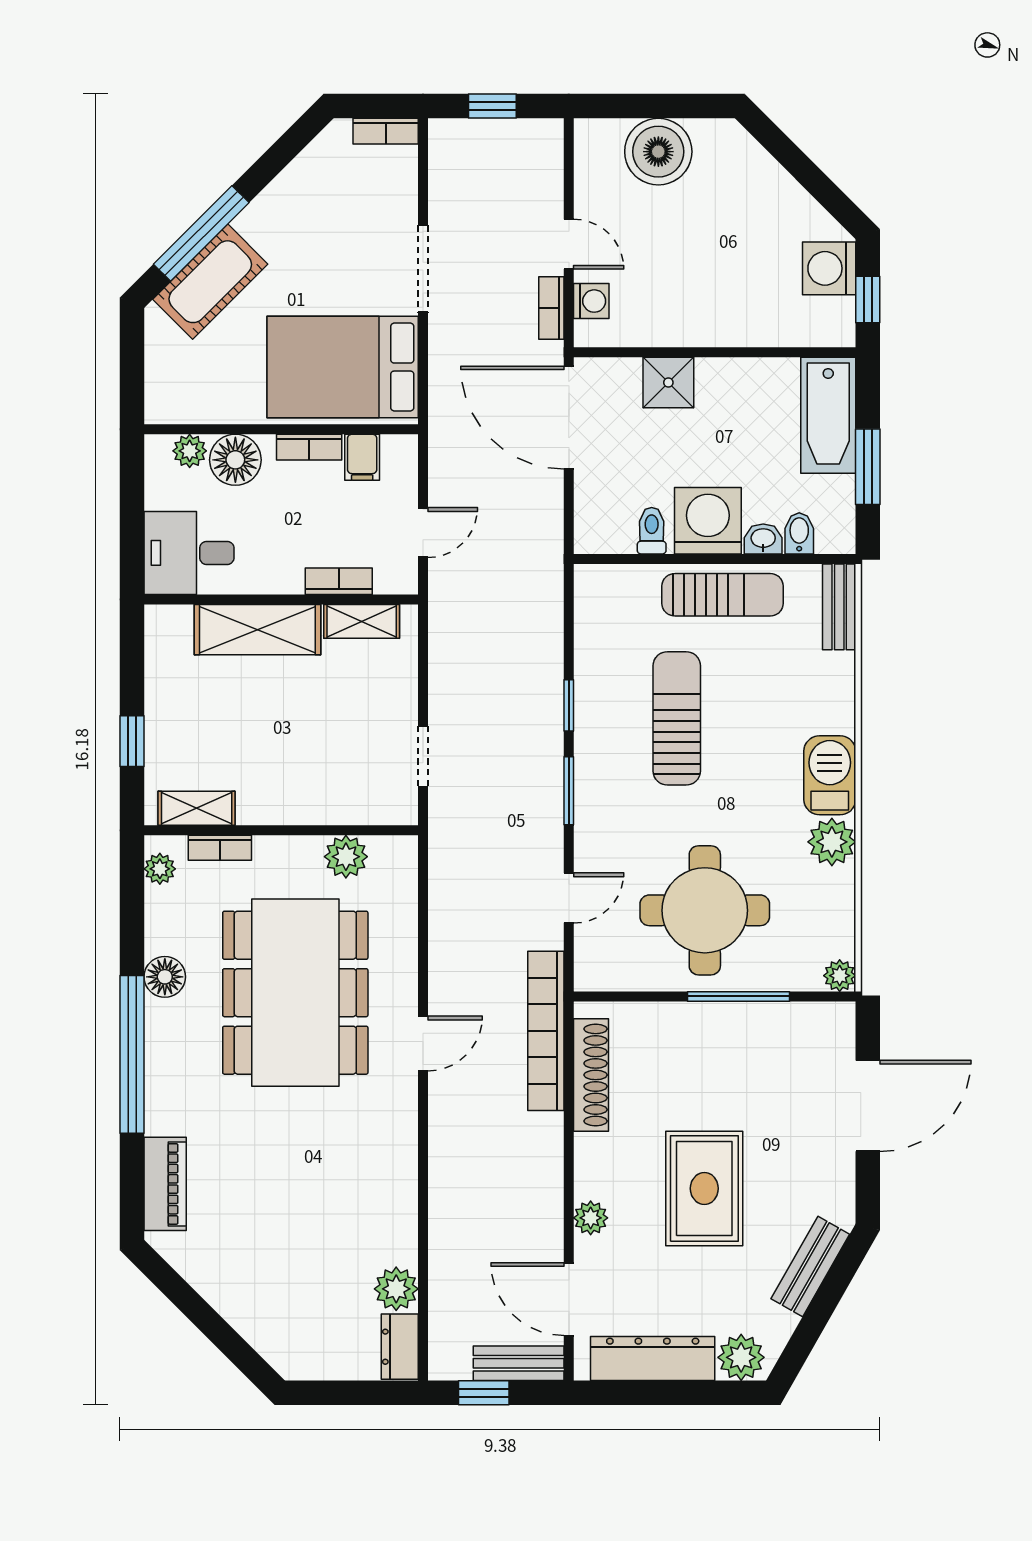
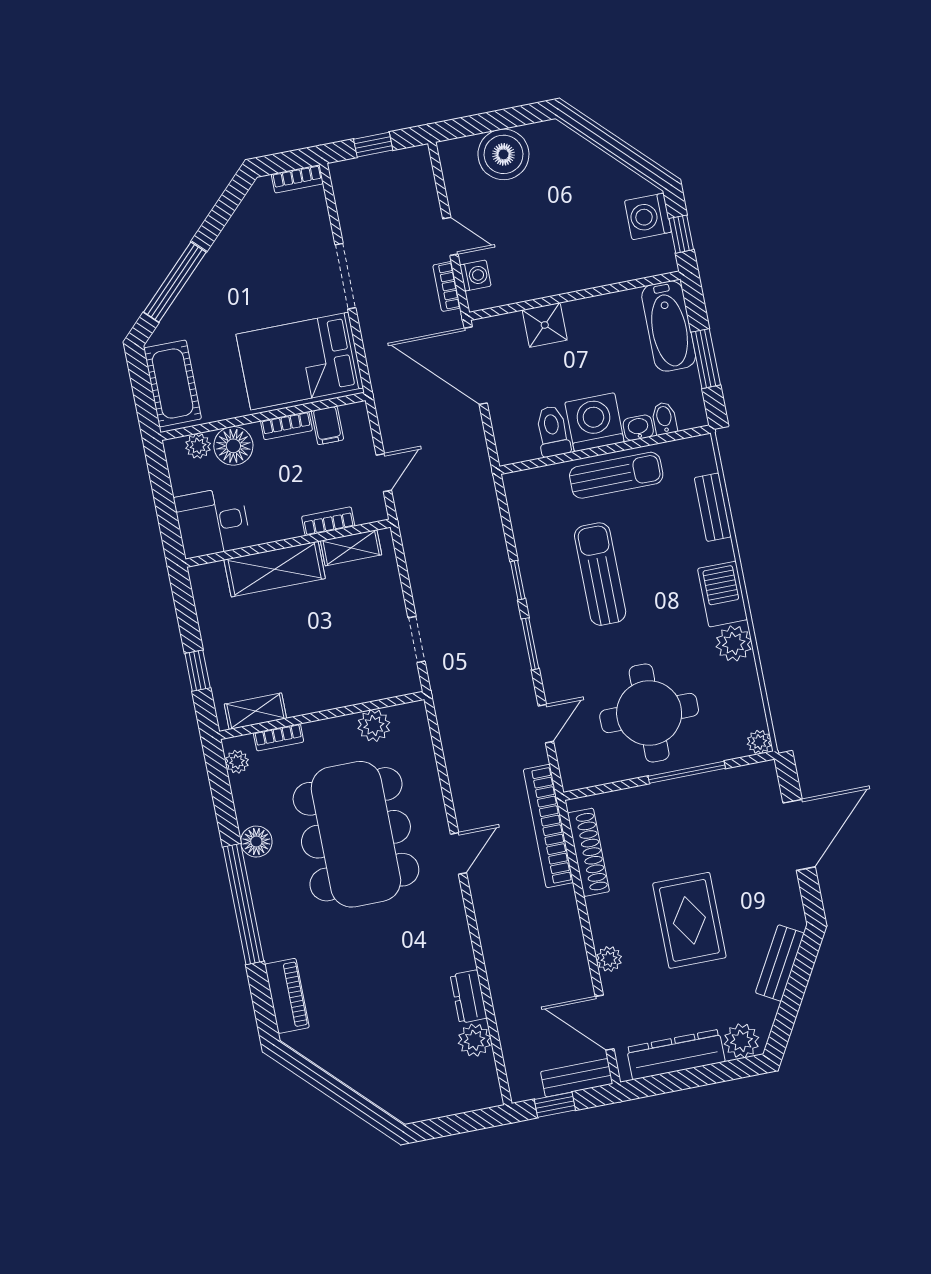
cot: (210, 282) -> (173, 383), moved, turned -45
toilet: (652, 531) -> (553, 431), width x1.37, depth x1.39
bench: (839, 607) -> (713, 507), moved
dresser: (400, 1347) -> (469, 997), moved

